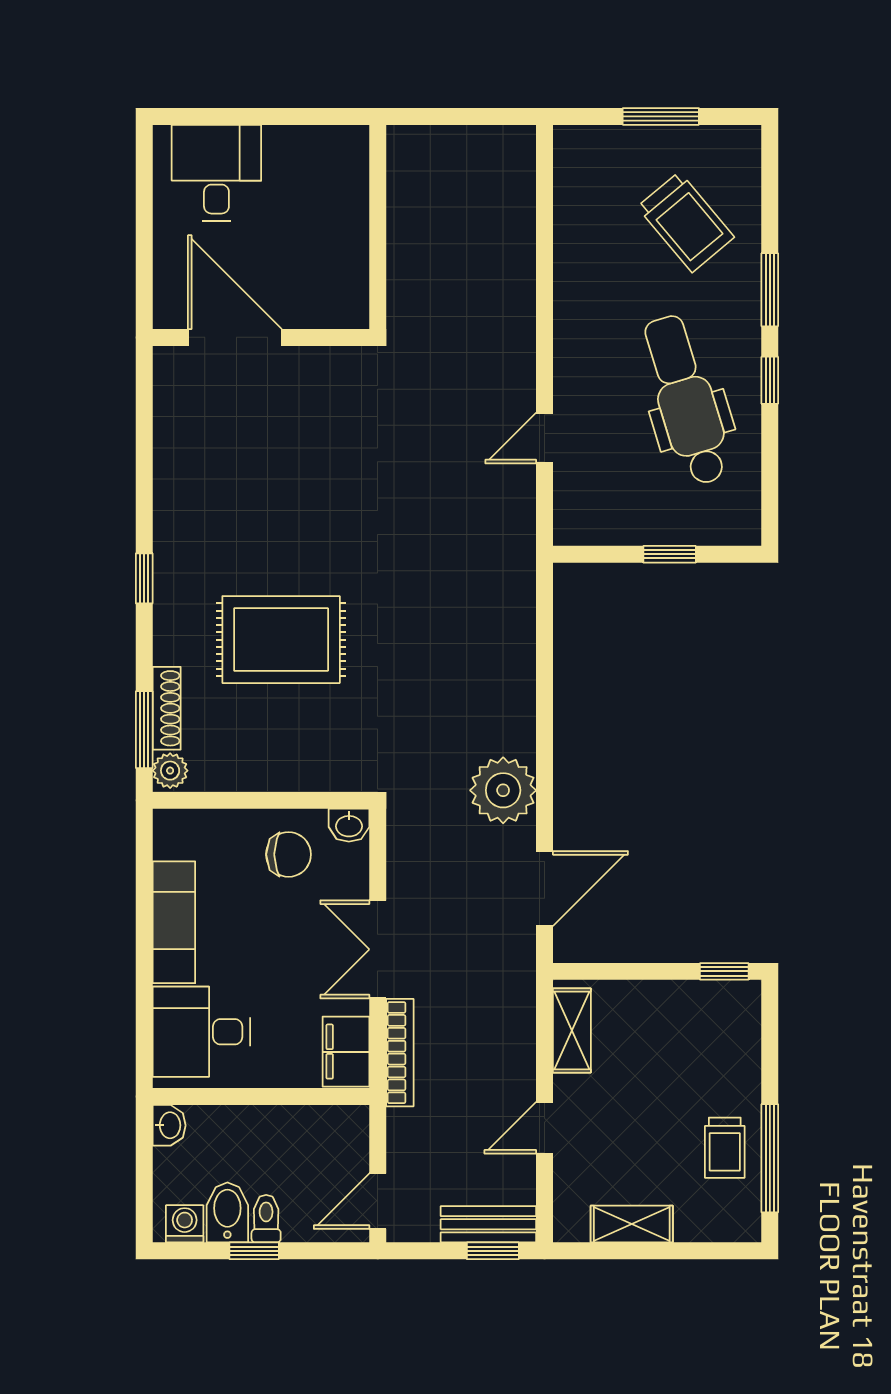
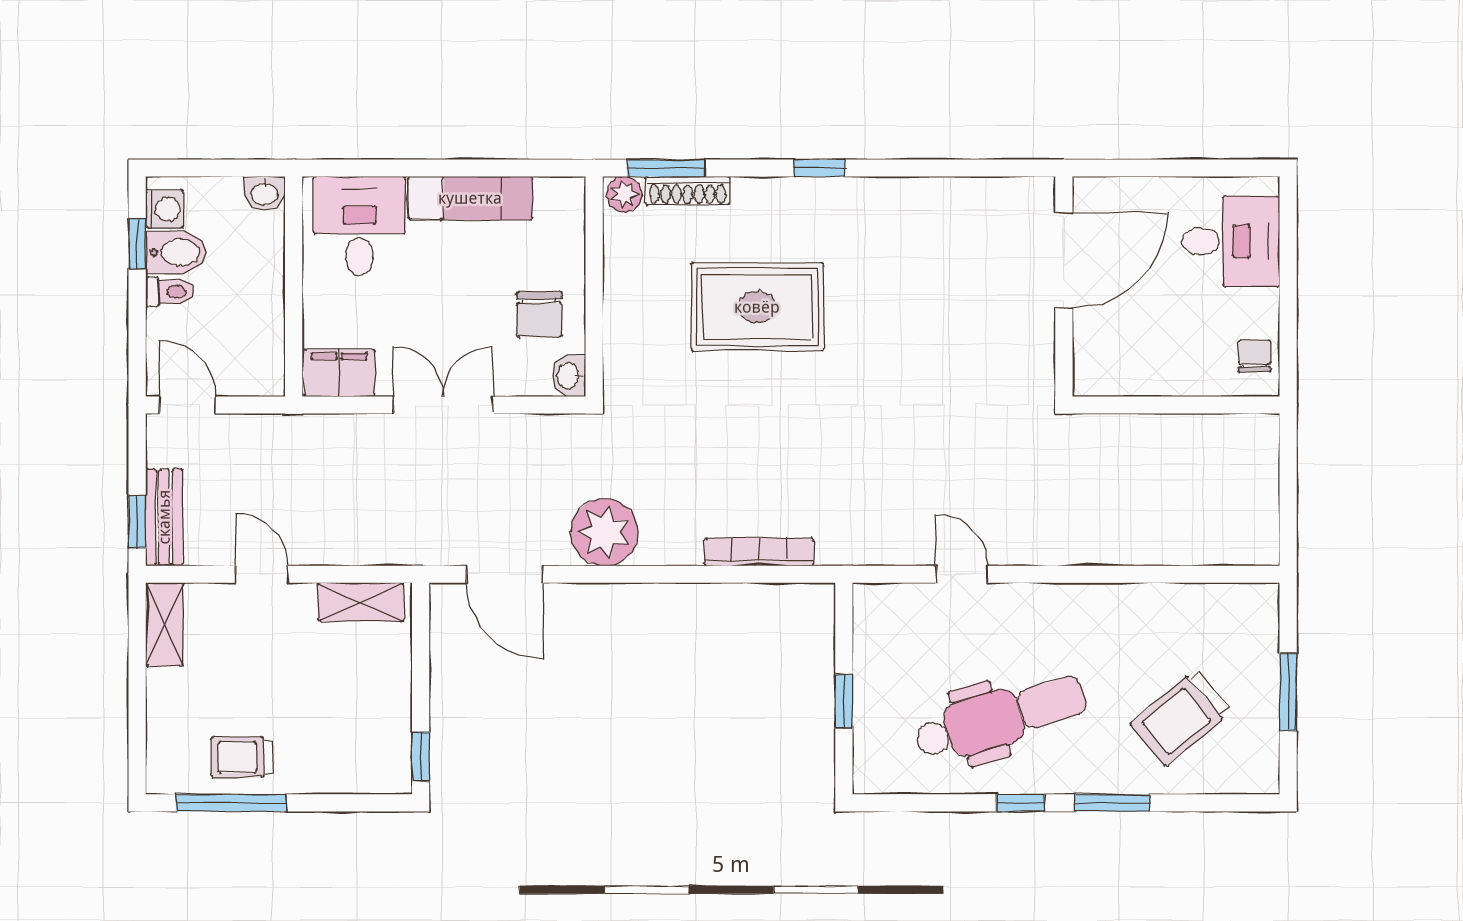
chair: (329, 150) -> (1255, 356), added
rug: (281, 640) -> (757, 307), turned 90
bookcase: (400, 1053) -> (759, 552), moved, turned 180
shelving: (632, 1224) -> (164, 624), moved
window: (254, 1251) -> (137, 244), moved

